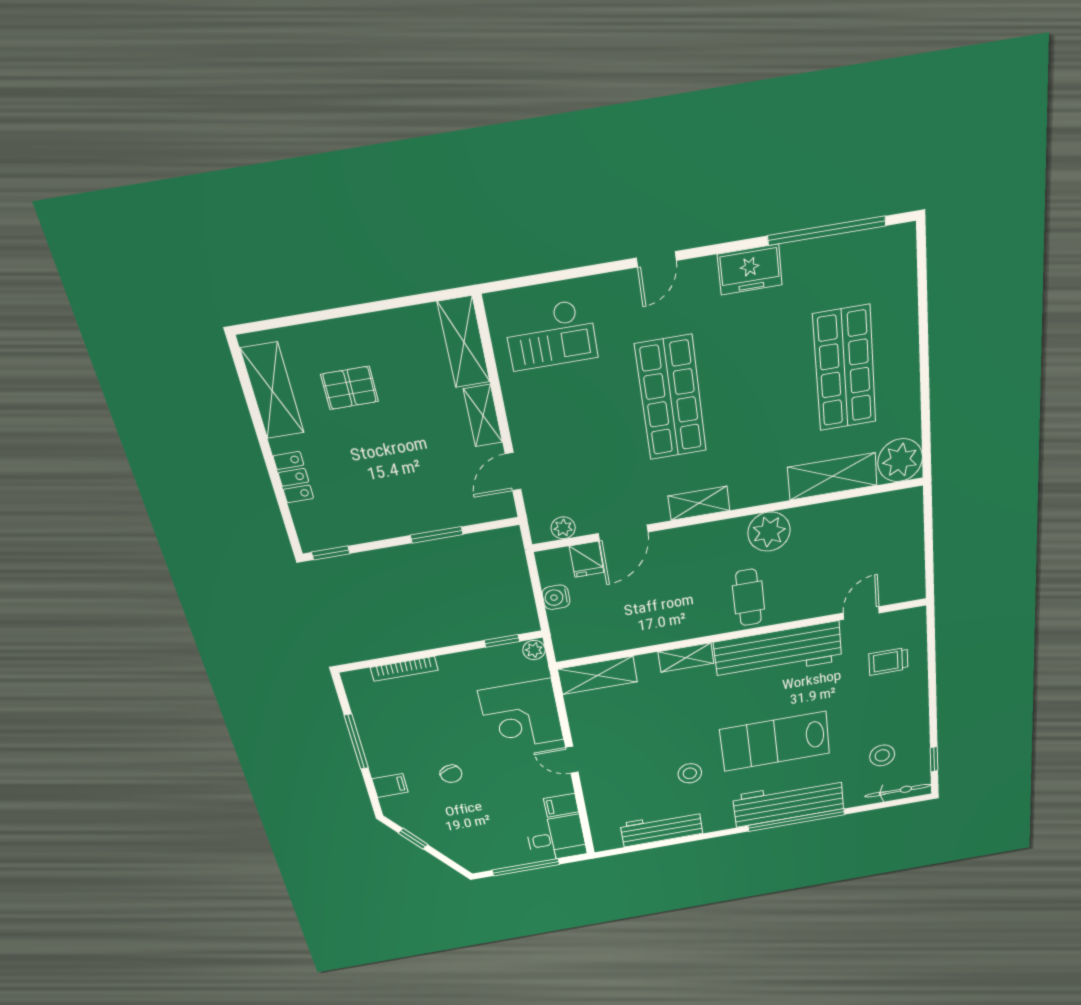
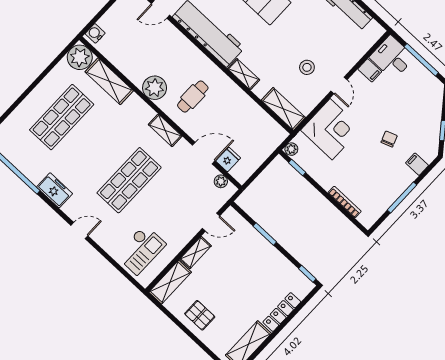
checkout: (551, 335) -> (141, 250), turned 90
pallet: (350, 388) -> (200, 315), moved
locker: (293, 477) -> (282, 312), width x1.53
water cooler: (556, 597) -> (95, 33), moved, turned 180
cafe table: (749, 597) -> (193, 97), moved
stool: (690, 773) -> (307, 67), moved

